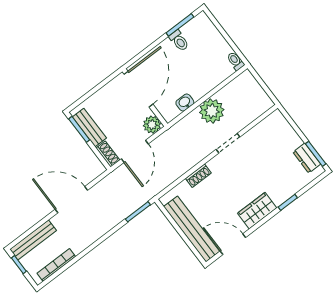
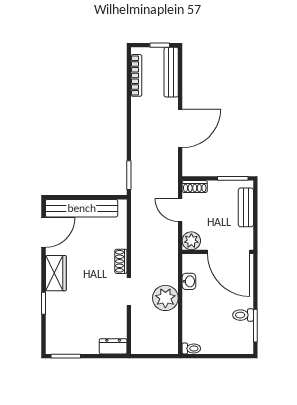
bench: (89, 127) -> (246, 207), moved, turned 90
door: (135, 151) -> (180, 210), width x0.73
dresser: (307, 158) -> (113, 346), moved
shoe rack: (198, 176) -> (121, 261), moved

